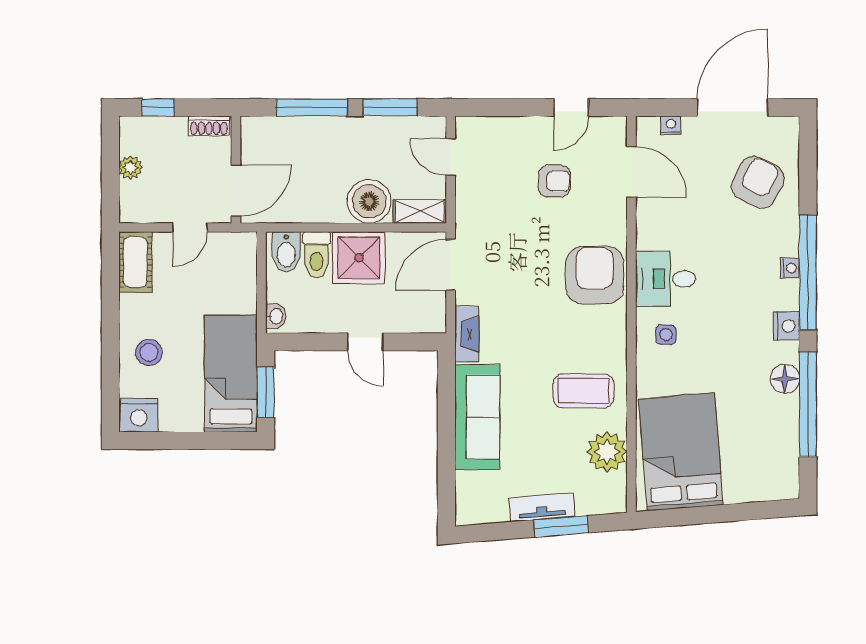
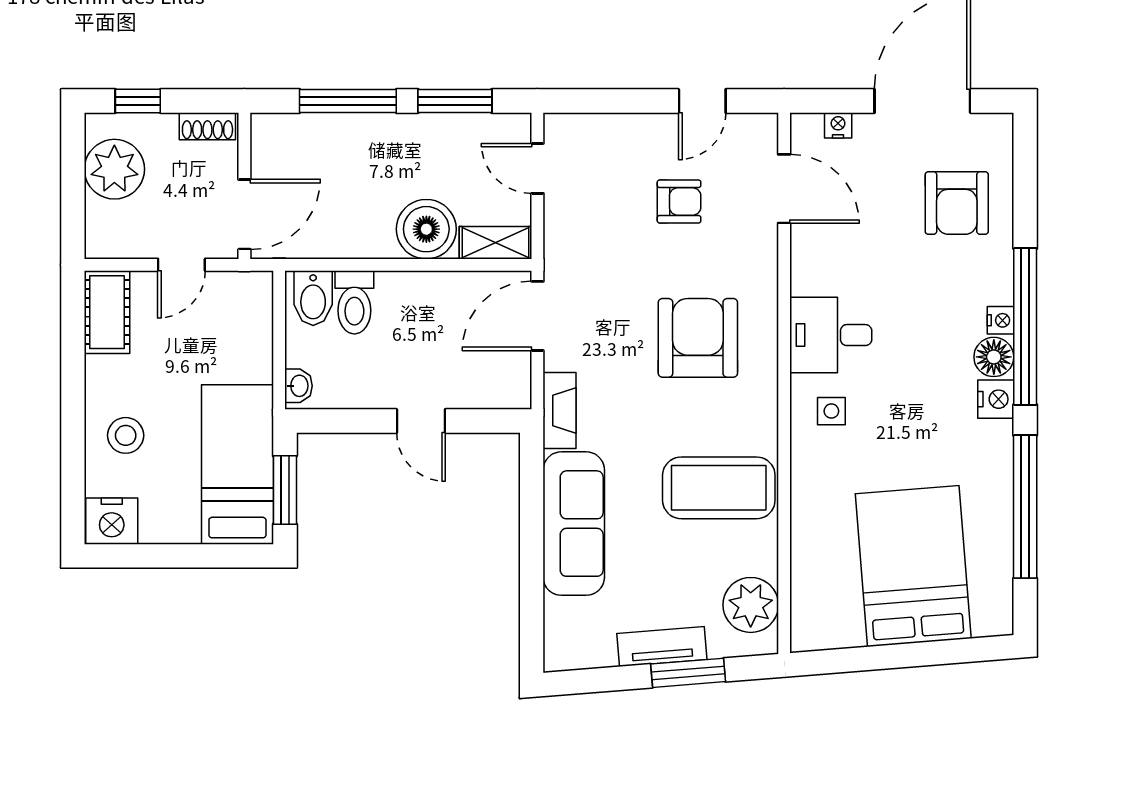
plant: (130, 168) -> (114, 169), width x1.88, depth x1.88
armchair: (758, 182) -> (957, 203), turned 153
shower: (359, 258) -> (412, 306), removed
armchair: (595, 275) -> (698, 338), moved
floor lamp: (785, 379) -> (994, 357), moved
coffee table: (583, 391) -> (719, 488), width x1.36, depth x1.32
plant: (607, 452) -> (751, 605), moved
bed: (681, 452) -> (913, 566), moved

